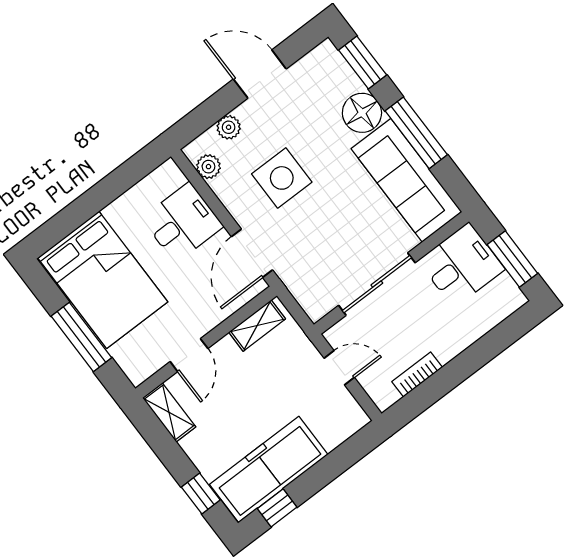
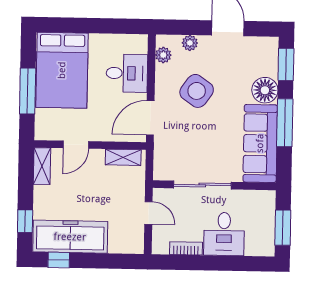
side table: (282, 178) -> (197, 91), turned 35
desk: (461, 265) -> (224, 234), moved, turned 90

